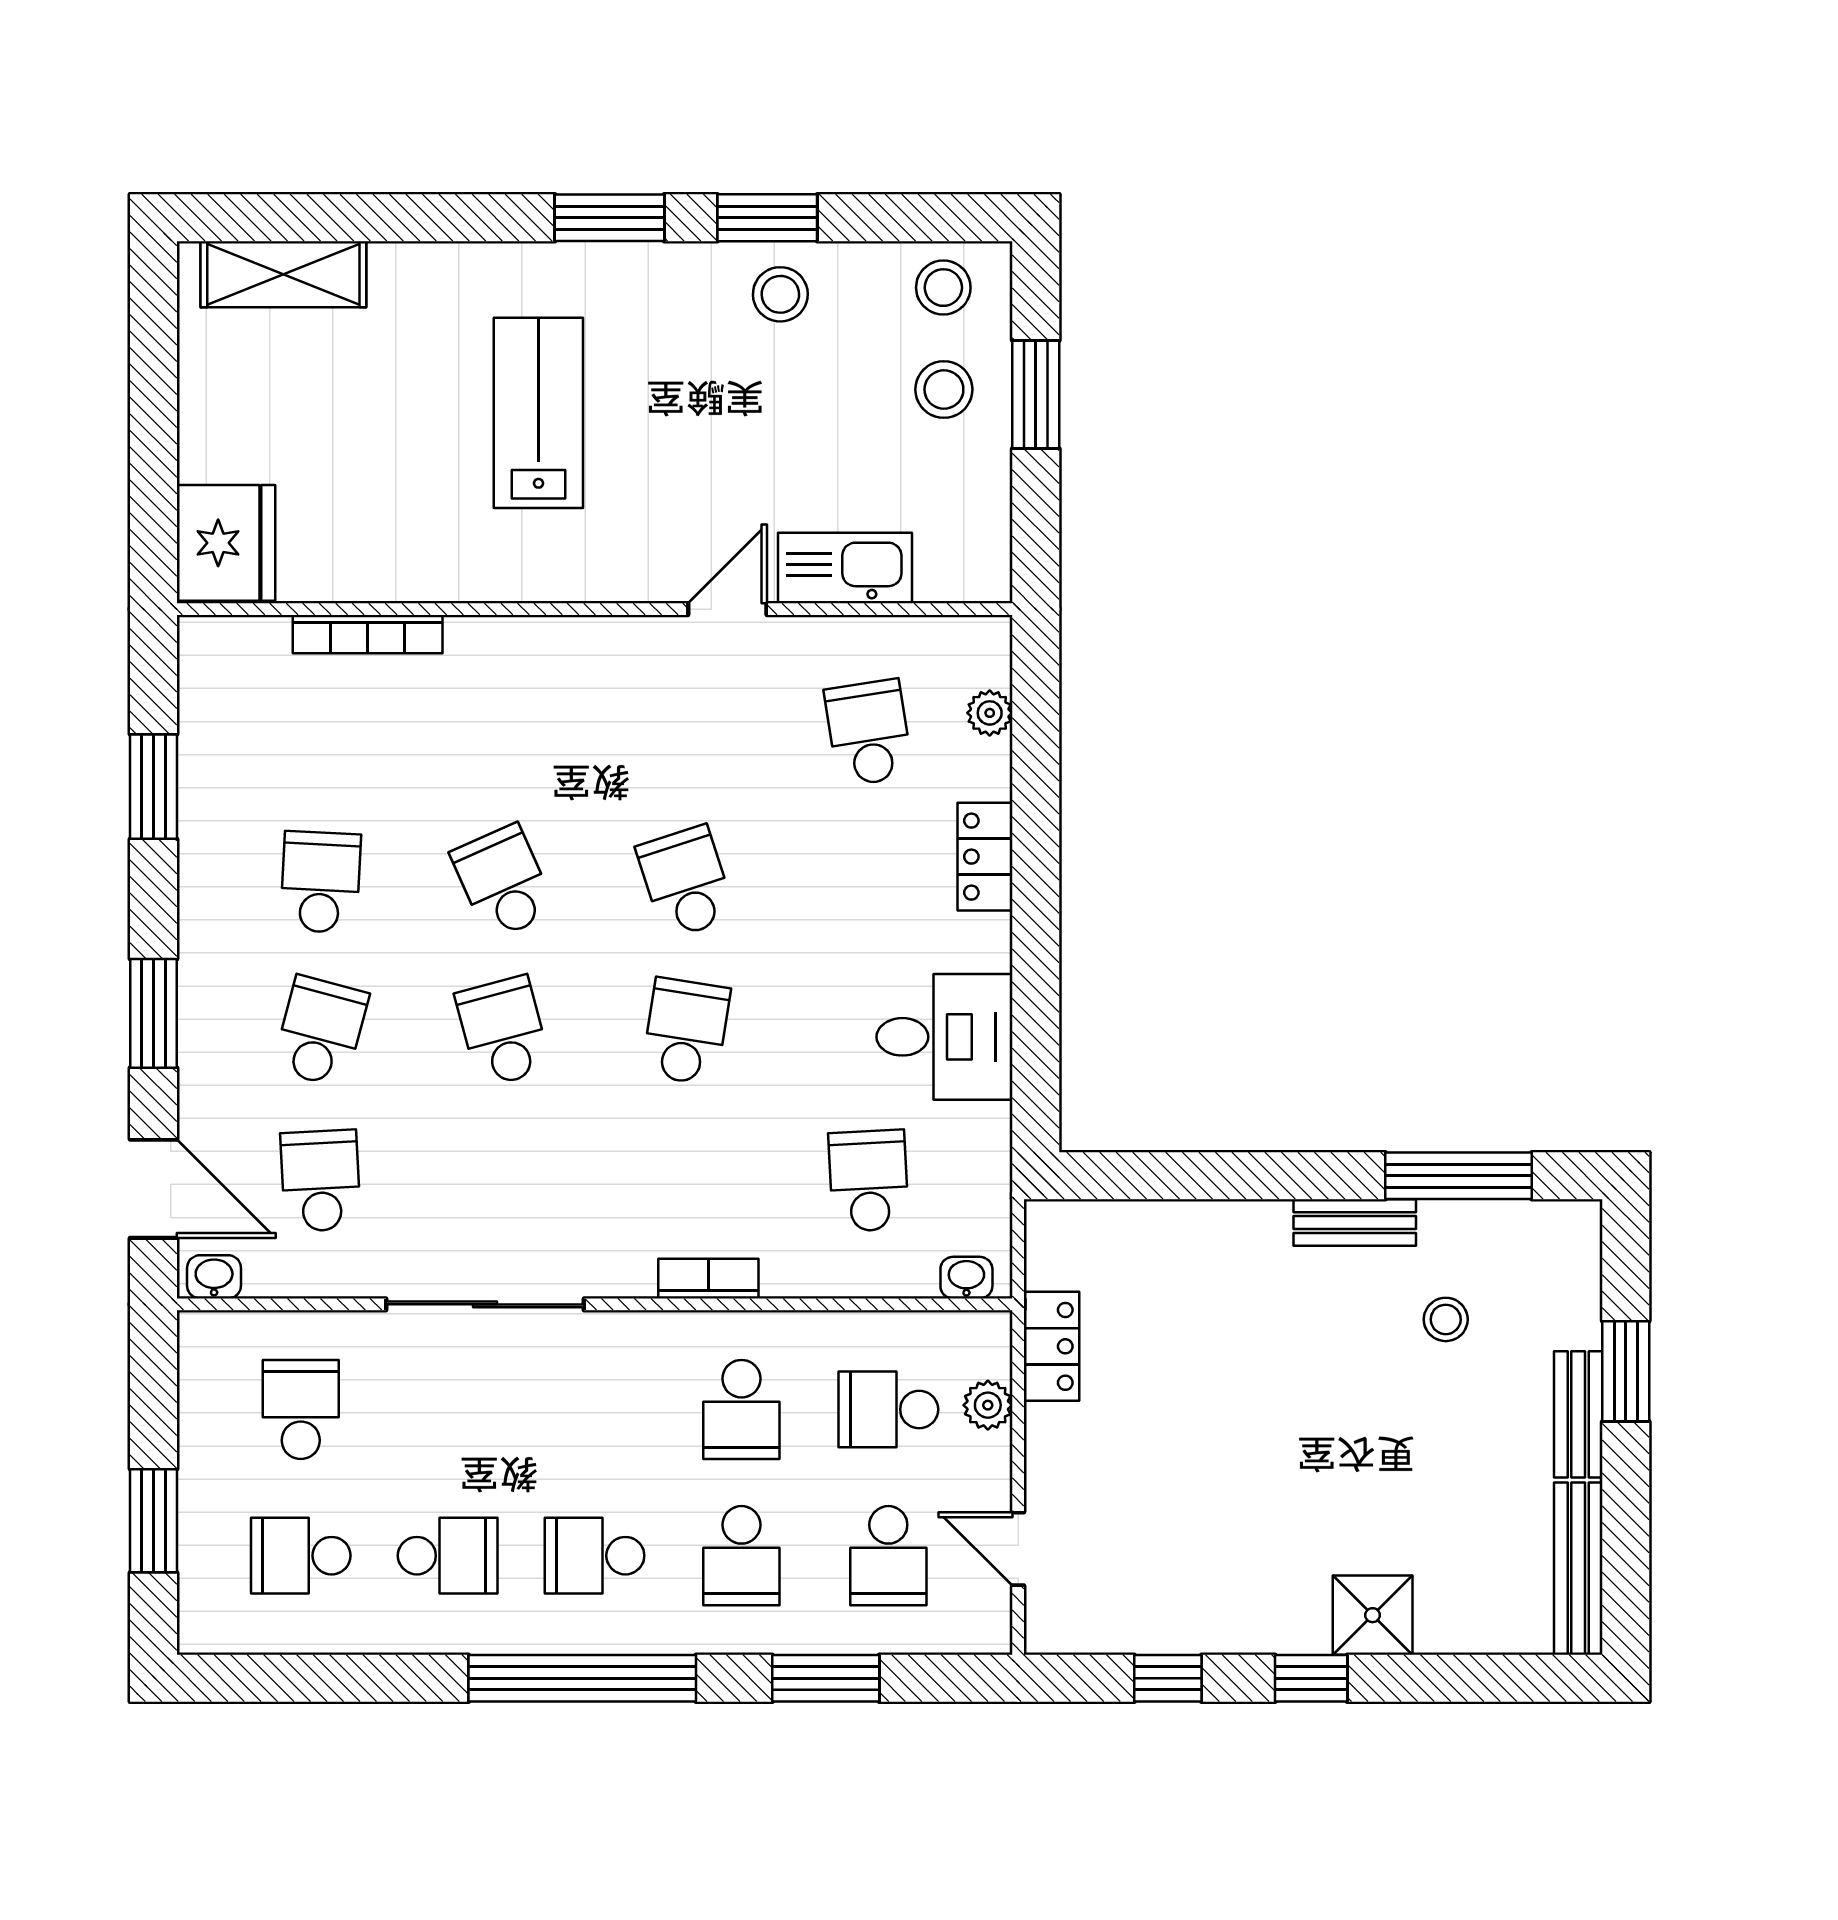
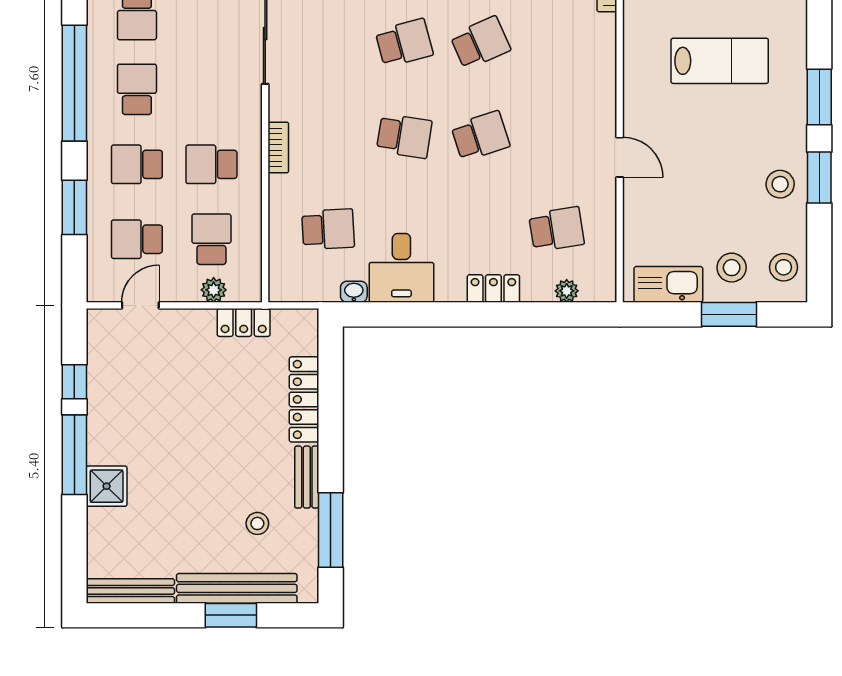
kitchen sink: (845, 568) -> (668, 284), moved, turned -90
locker: (1203, 1228) -> (304, 399), added
washbasin: (966, 1278) -> (354, 292), moved, turned -90
bench: (1578, 1414) -> (237, 588), width x1.86, depth x1.21
window: (1311, 1678) -> (74, 455), width x2.17

